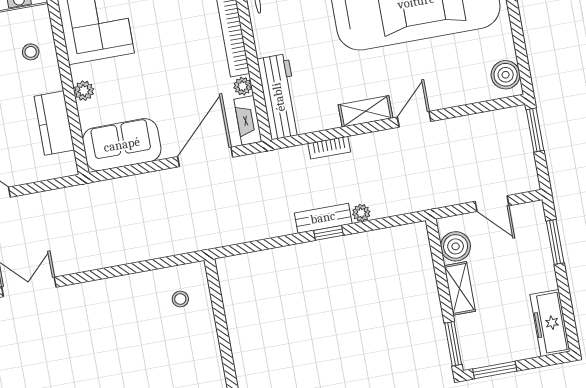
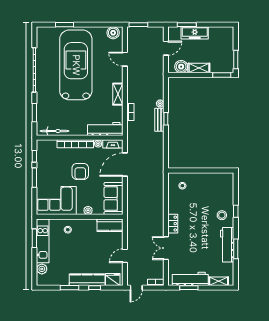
armchair: (171, 56) -> (80, 171), added
door: (414, 119) -> (125, 59), moved
kitchen counter: (54, 123) -> (110, 225), moved
door: (205, 157) -> (125, 165), hinge flipped
locker: (89, 293) -> (173, 224), added
freezer: (550, 323) -> (195, 33), moved

